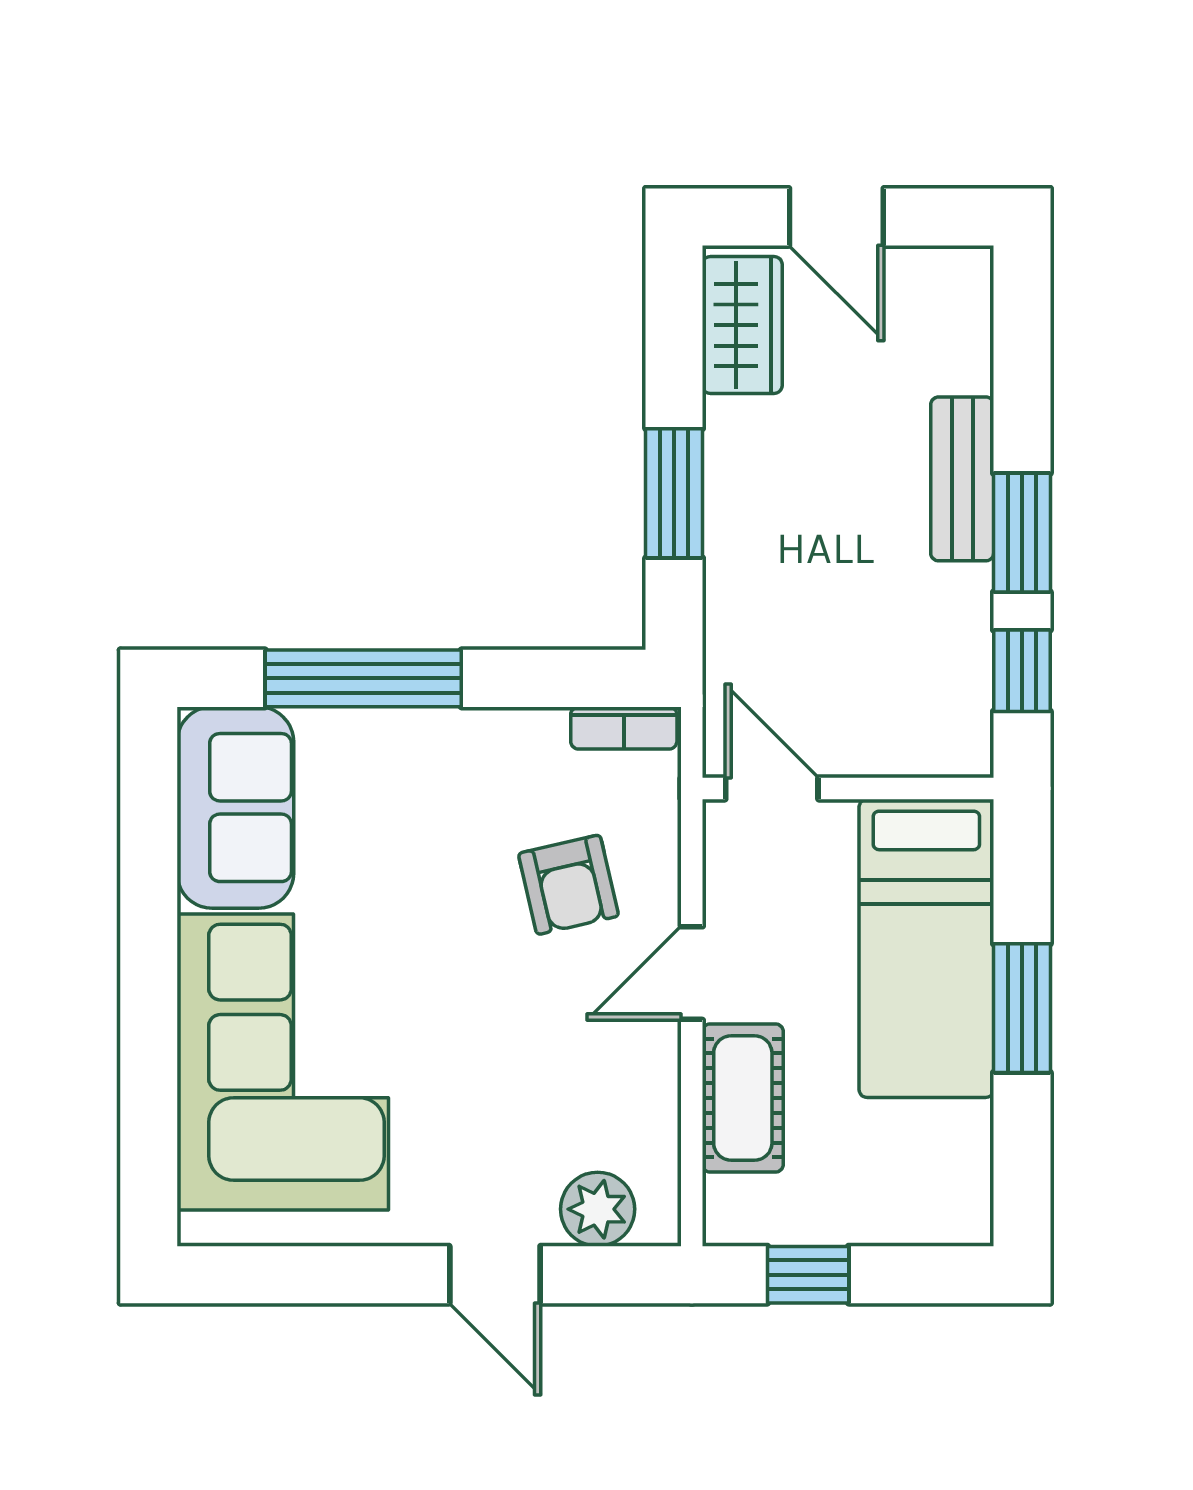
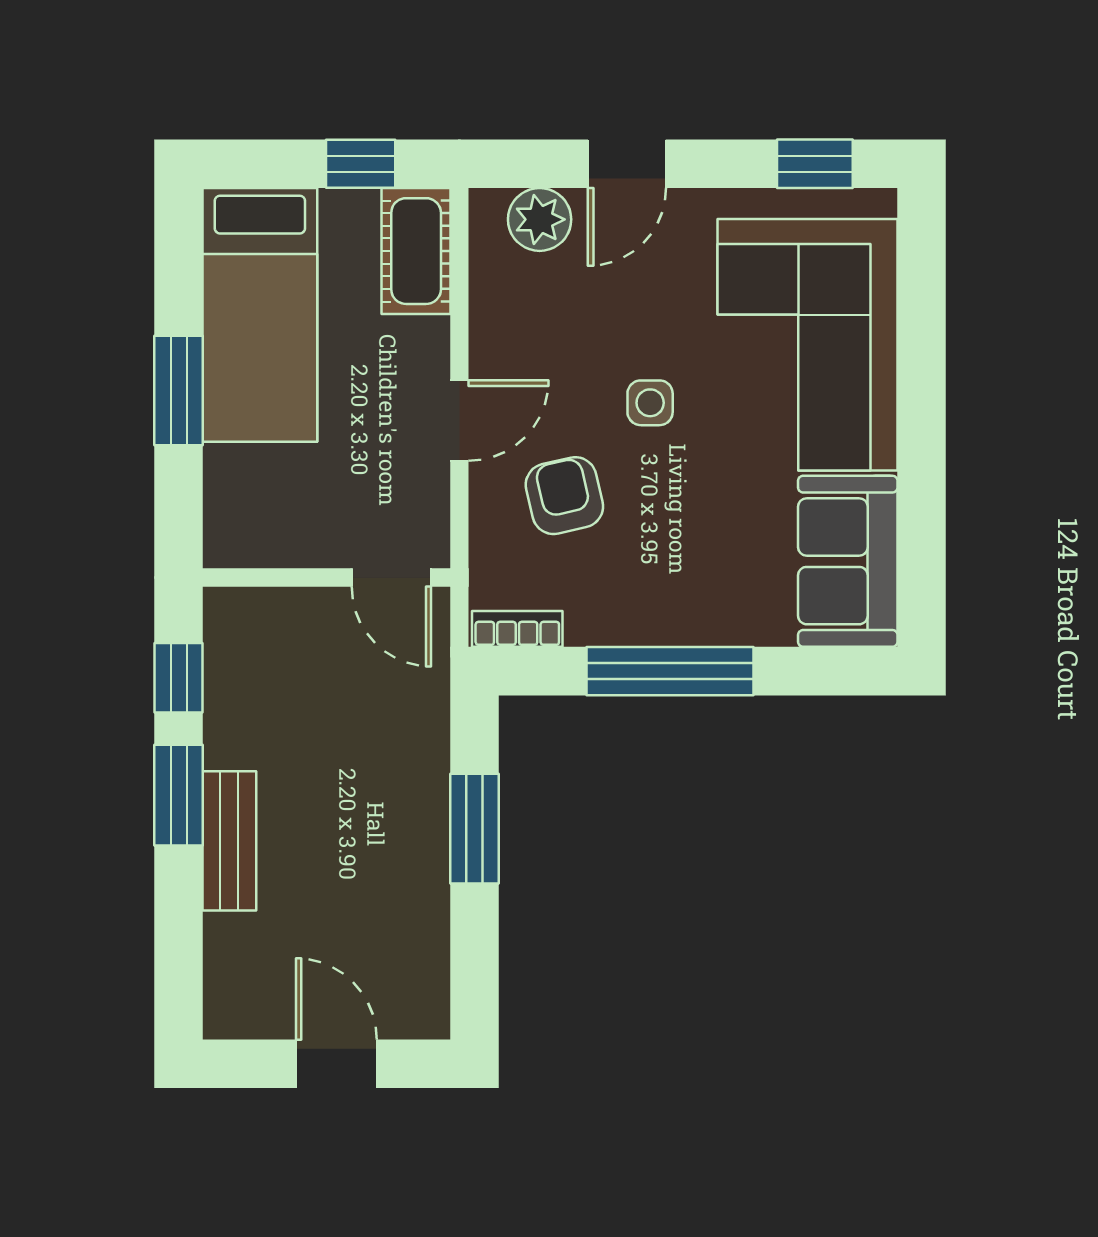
wardrobe: (742, 325) -> (417, 972), removed
window: (363, 678) -> (670, 671), moved
bed: (926, 948) -> (260, 315), moved, turned 180
side table: (468, 994) -> (650, 403), added
cot: (743, 1098) -> (416, 251), moved
window: (274, 1275) -> (815, 164), added
door: (495, 1275) -> (627, 164), swing flipped

